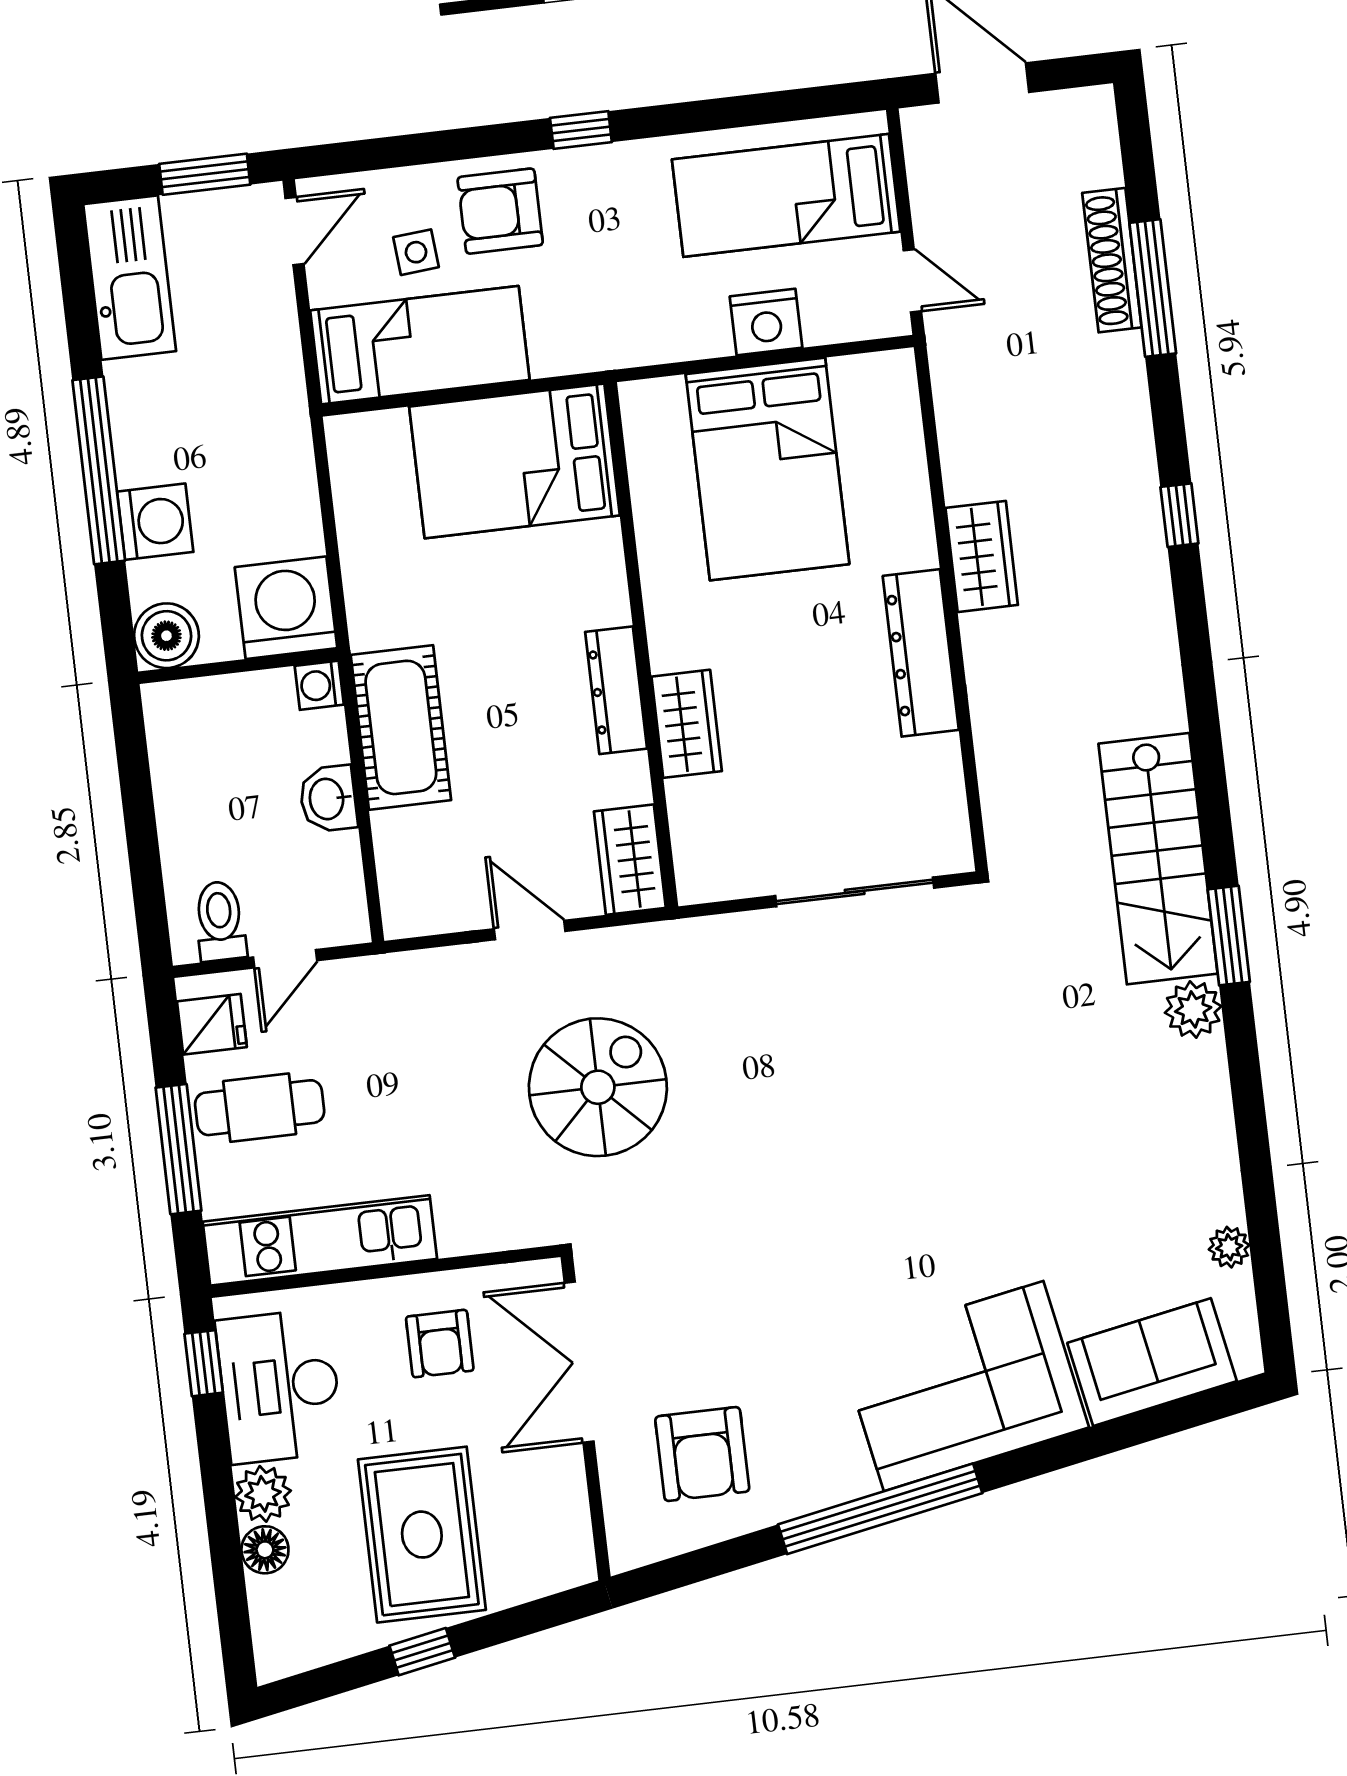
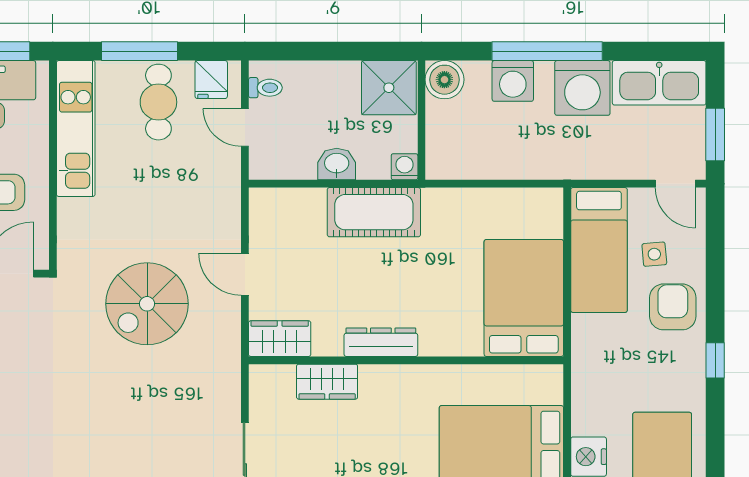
washing machine: (286, 608) -> (582, 88), moved, turned 90
wardrobe: (687, 724) -> (327, 382), moved
shower: (191, 727) -> (389, 88), added
toilet: (220, 921) -> (265, 88), width x0.73, depth x0.72
door: (530, 930) -> (245, 274), swing flipped
spiral stairs: (598, 1087) -> (147, 304), turned 90

